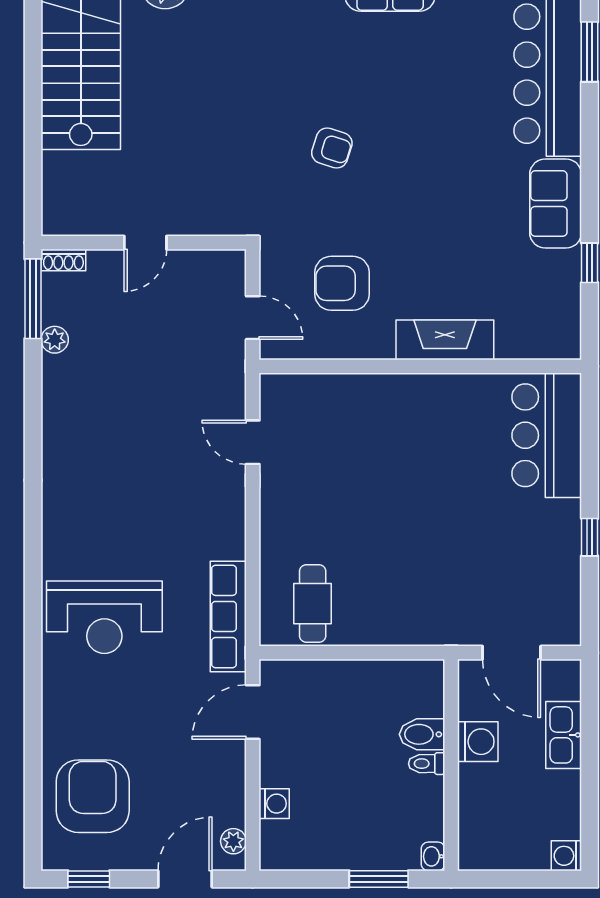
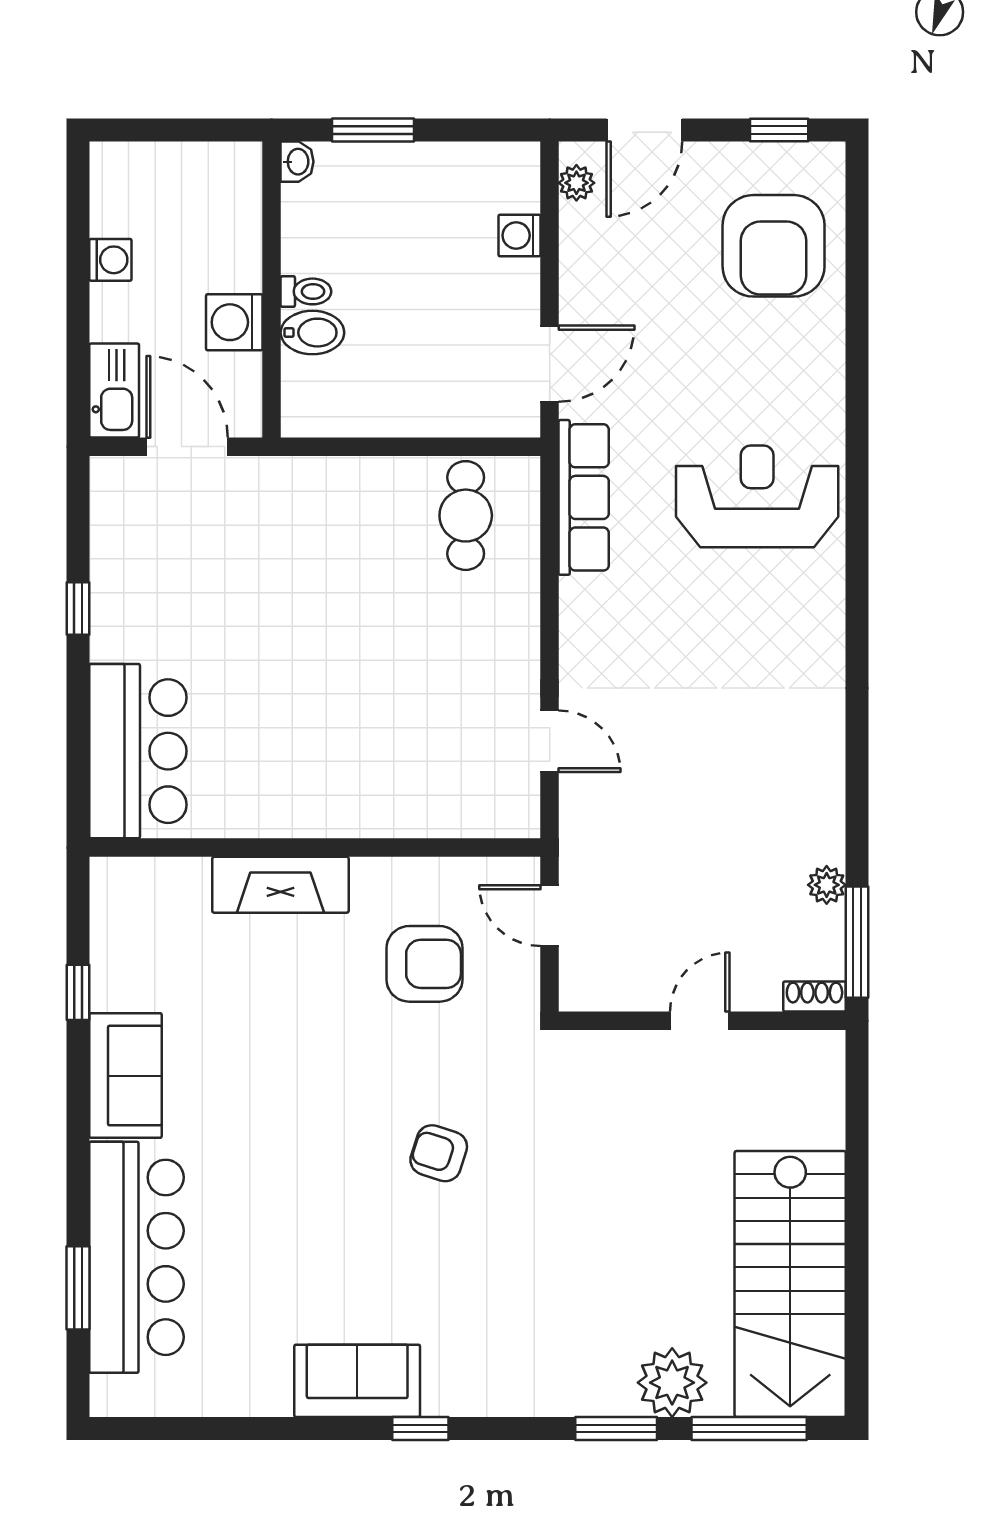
kitchen sink: (564, 735) -> (114, 390), moved
washing machine: (566, 856) -> (110, 260), moved

